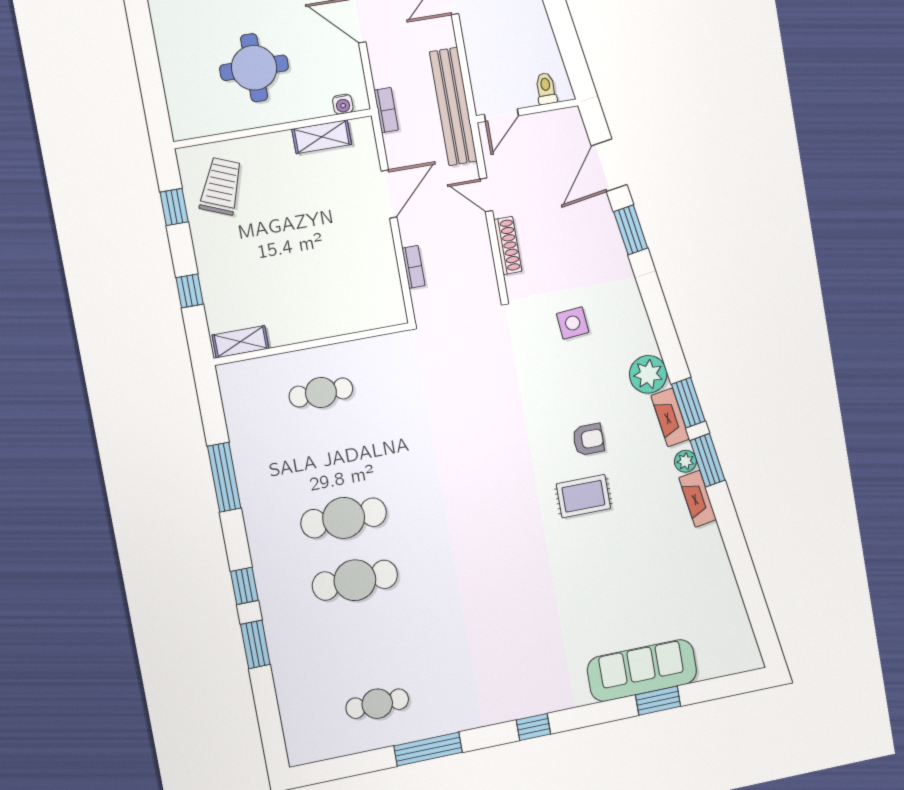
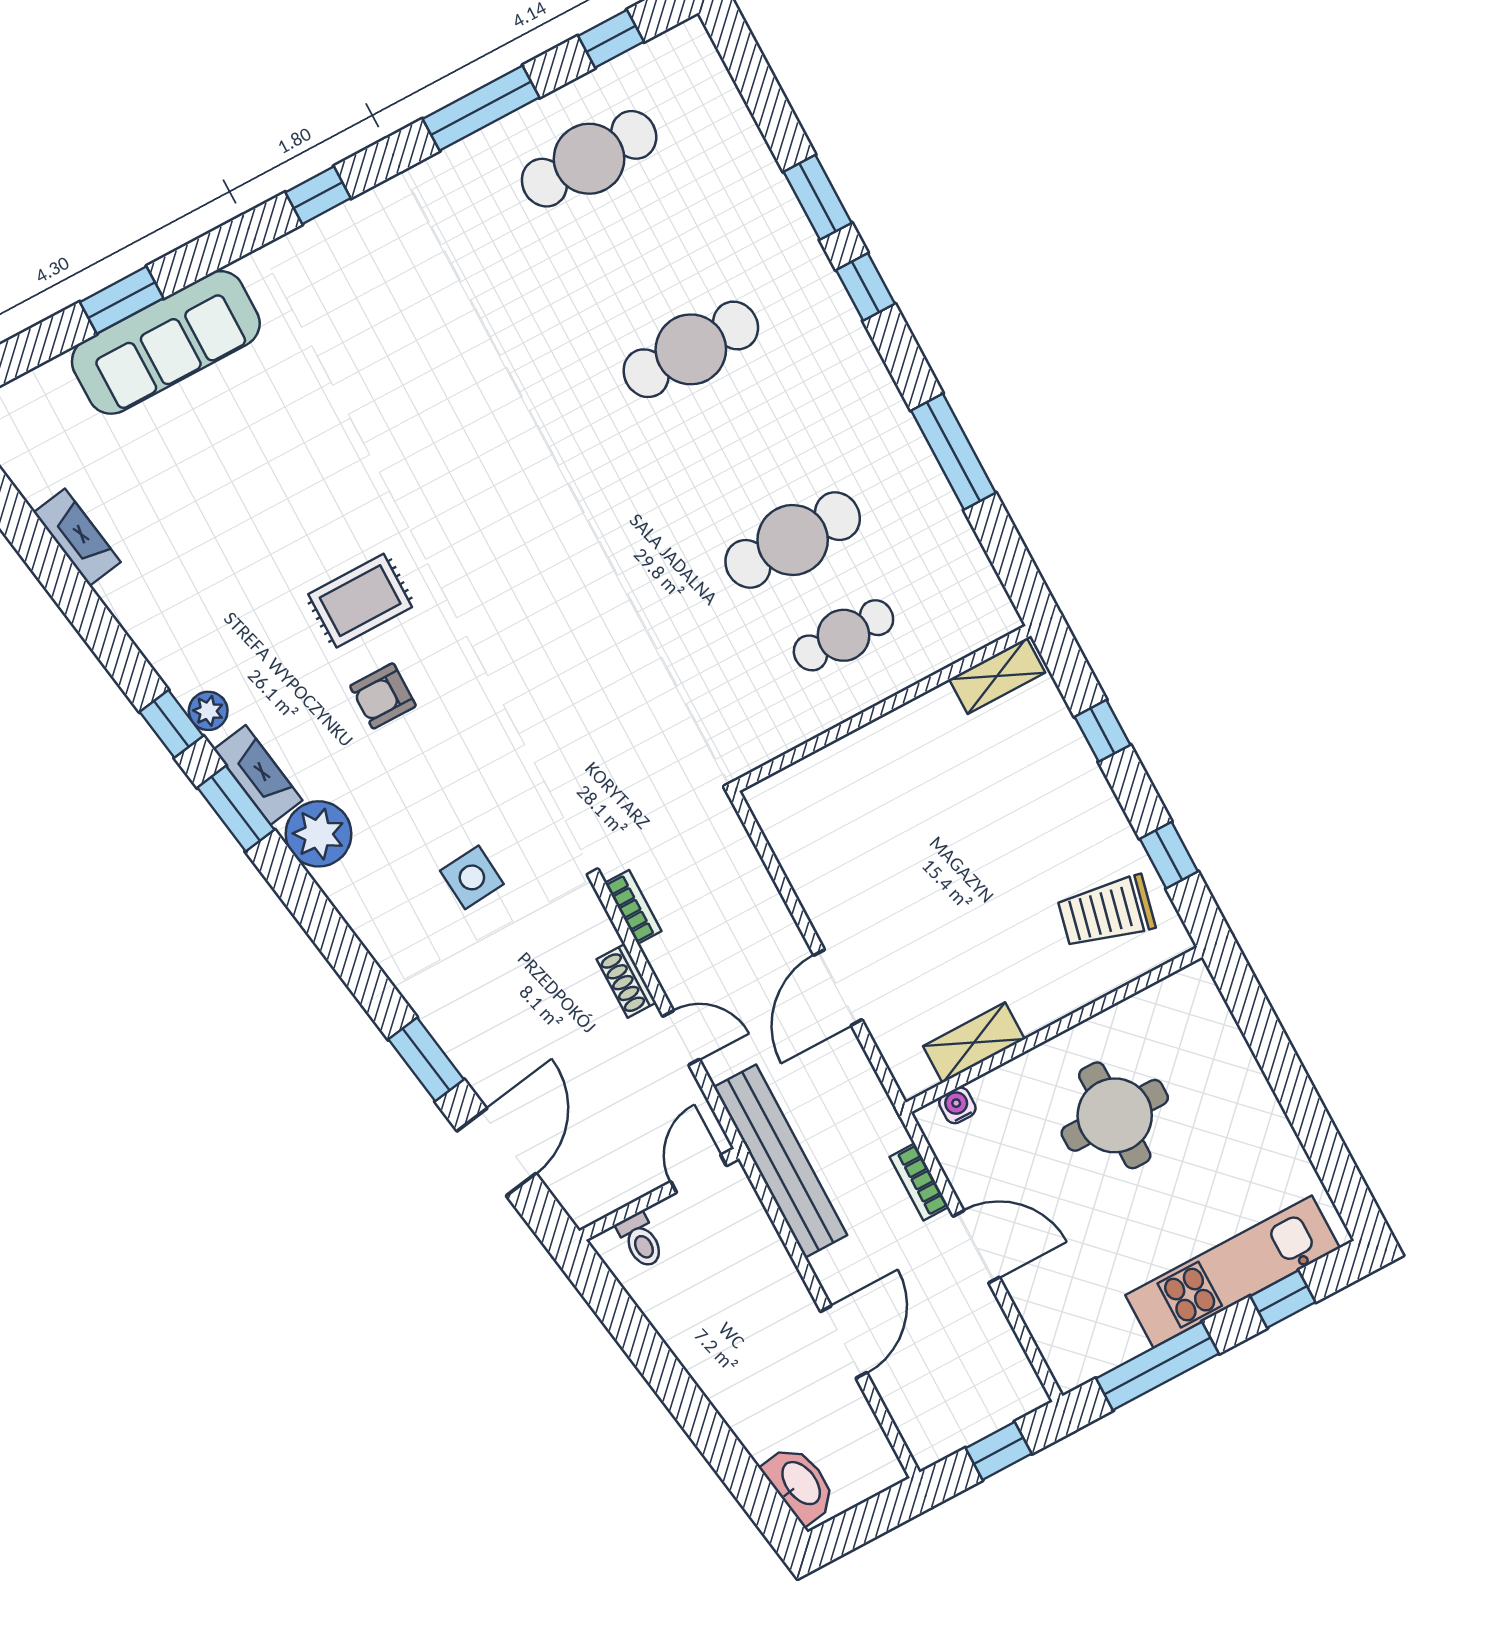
bookcase: (386, 110) -> (919, 1182), moved
trolley: (221, 186) -> (1106, 912), turned 81
shoe rack: (508, 245) -> (626, 981), width x0.70
bookcase: (413, 267) -> (633, 907), moved, turned 180
window: (707, 460) -> (171, 724), width x0.67
fireplace: (698, 499) -> (77, 537), moved
cafe table: (344, 518) -> (793, 540), moved
cafe table: (377, 704) -> (589, 159), width x1.37, depth x1.35
window: (343, 767) -> (611, 39), added

